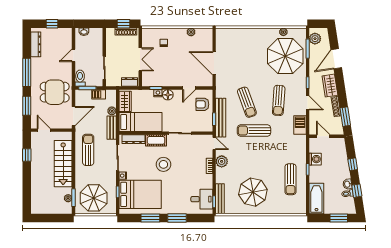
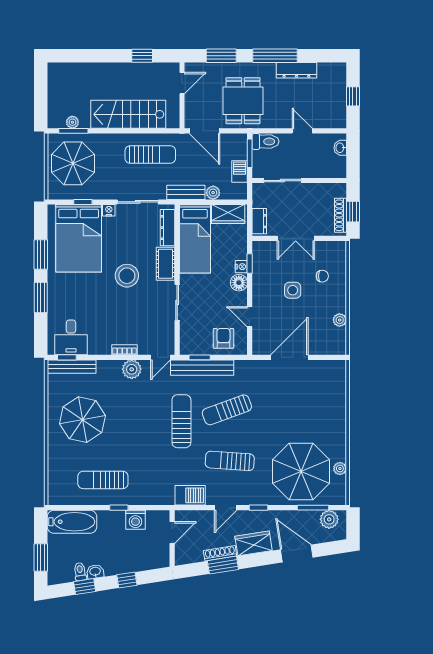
dresser: (36, 44) -> (296, 70), moved
side table: (173, 61) -> (293, 290), added
window: (345, 117) -> (223, 565), moved

